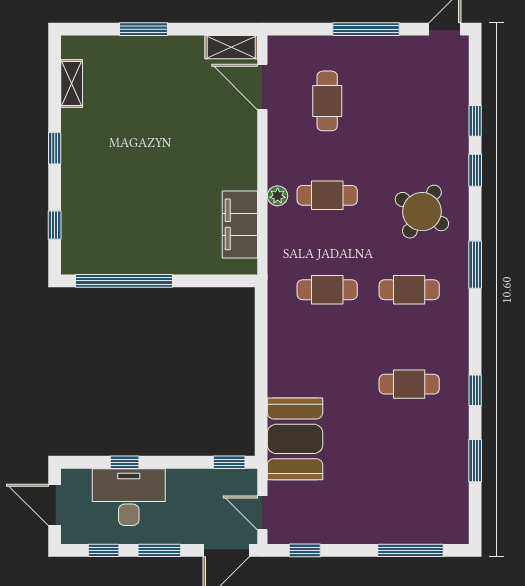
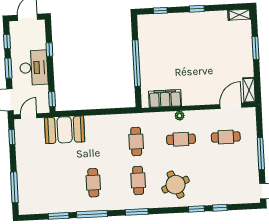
shelving: (72, 84) -> (239, 15), moved
cafe table: (327, 195) -> (181, 139), turned 90
round table: (422, 212) -> (176, 185), turned 36
window: (475, 265) -> (137, 212), moved
window: (124, 281) -> (136, 63), moved
window: (475, 390) -> (92, 214), width x2.17
desk: (129, 497) -> (34, 68), moved

